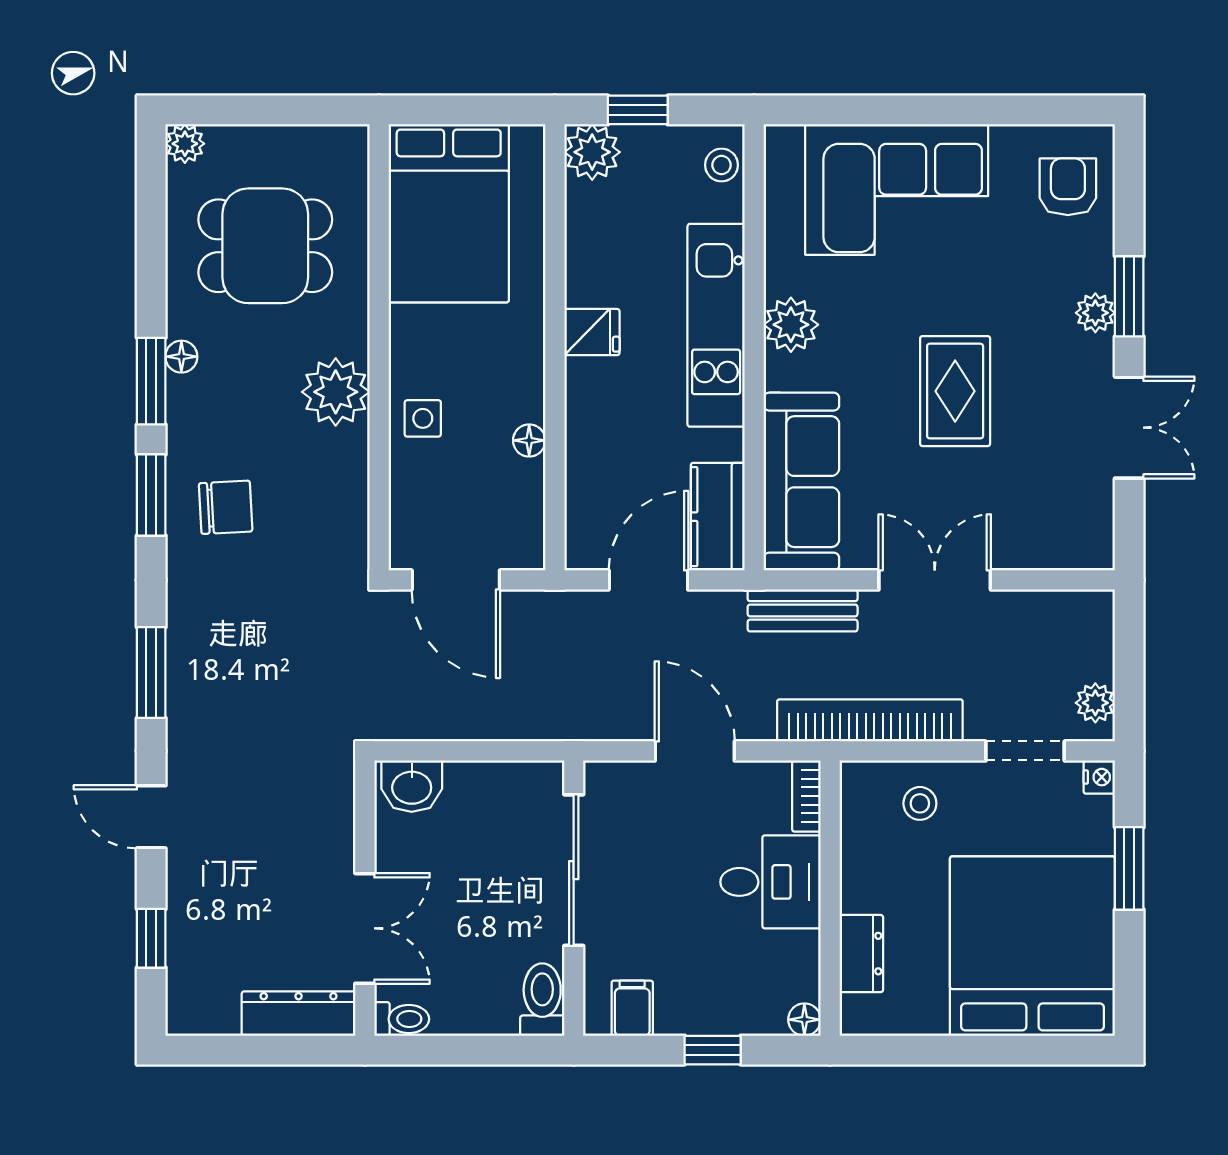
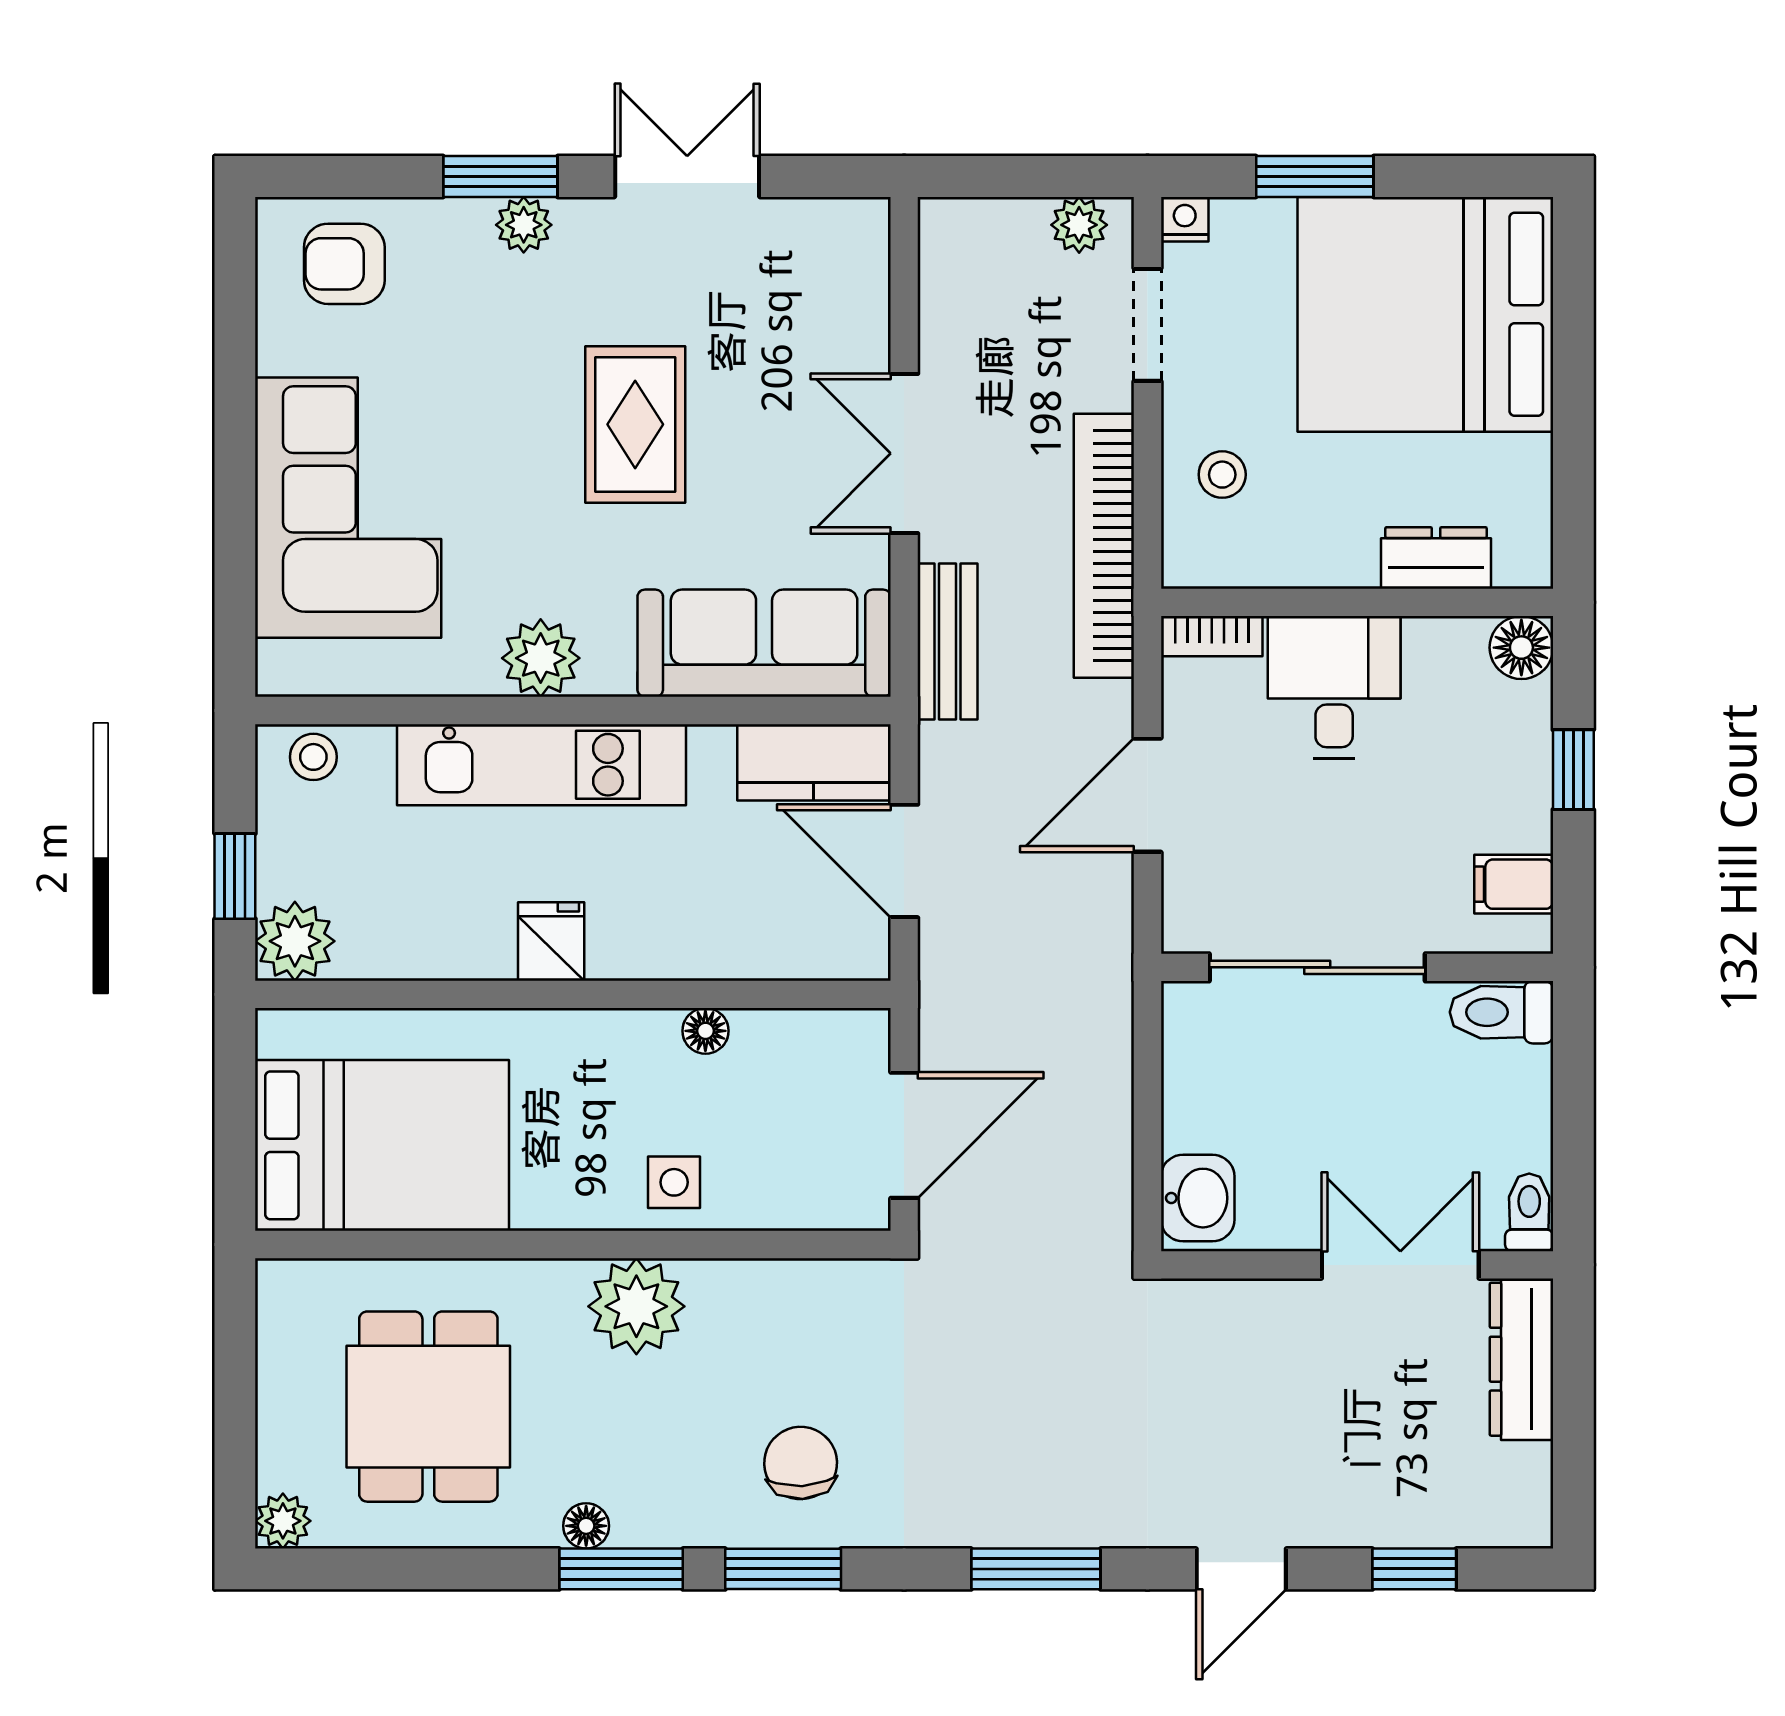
rug: (955, 391) -> (635, 424), turned 90
floor lamp: (804, 1020) -> (1521, 648), width x1.37, depth x1.37

